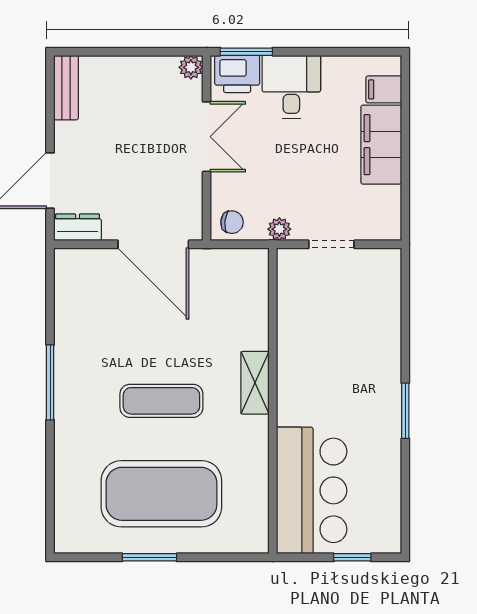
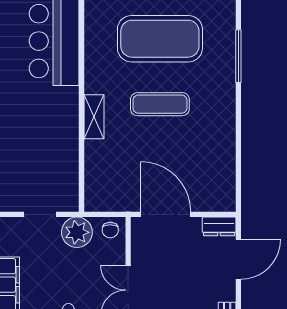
chair: (232, 222) -> (110, 230), turned -95
plant: (279, 229) -> (77, 232), width x1.88, depth x1.88
window: (50, 382) -> (238, 56), moved

